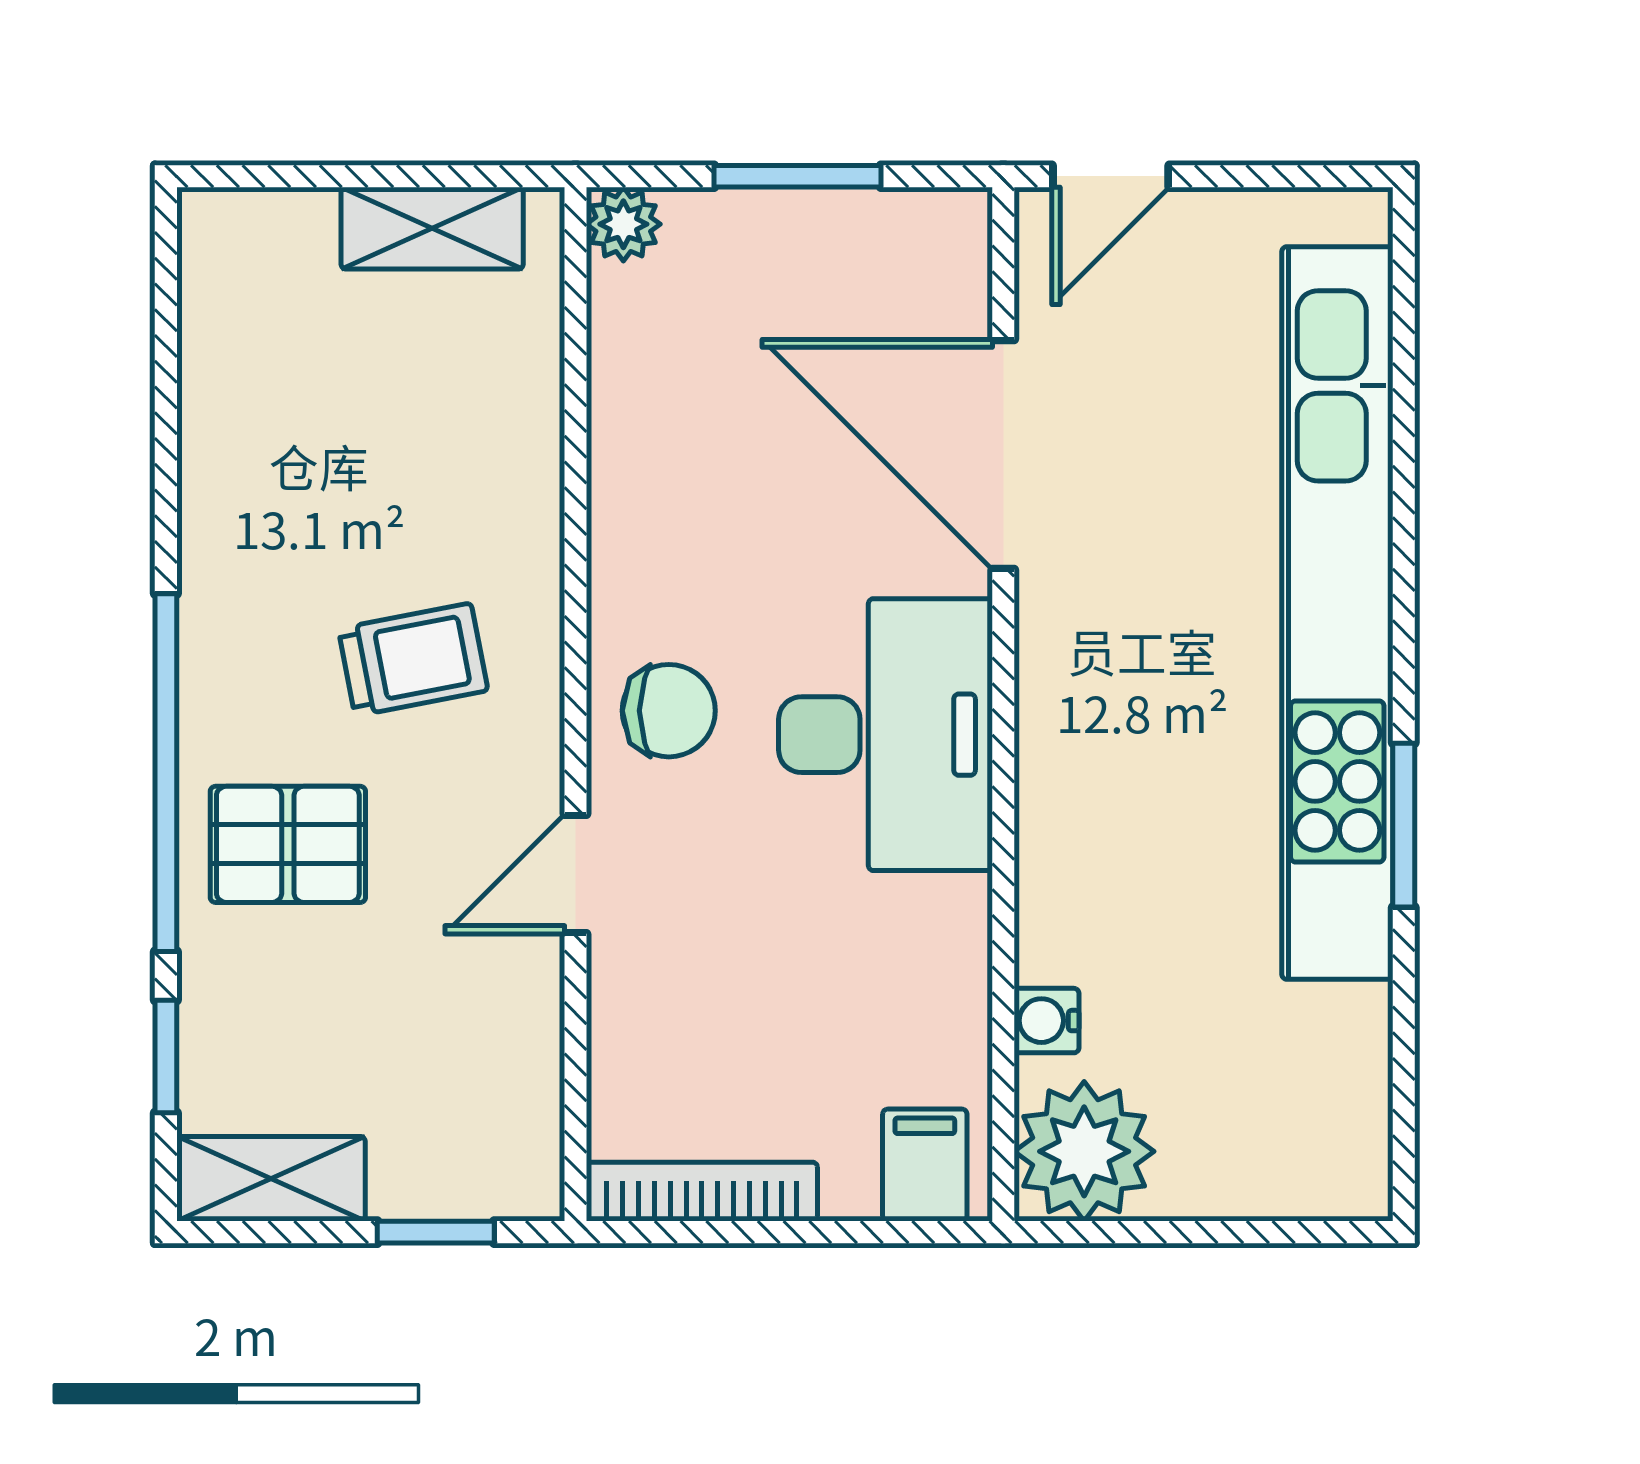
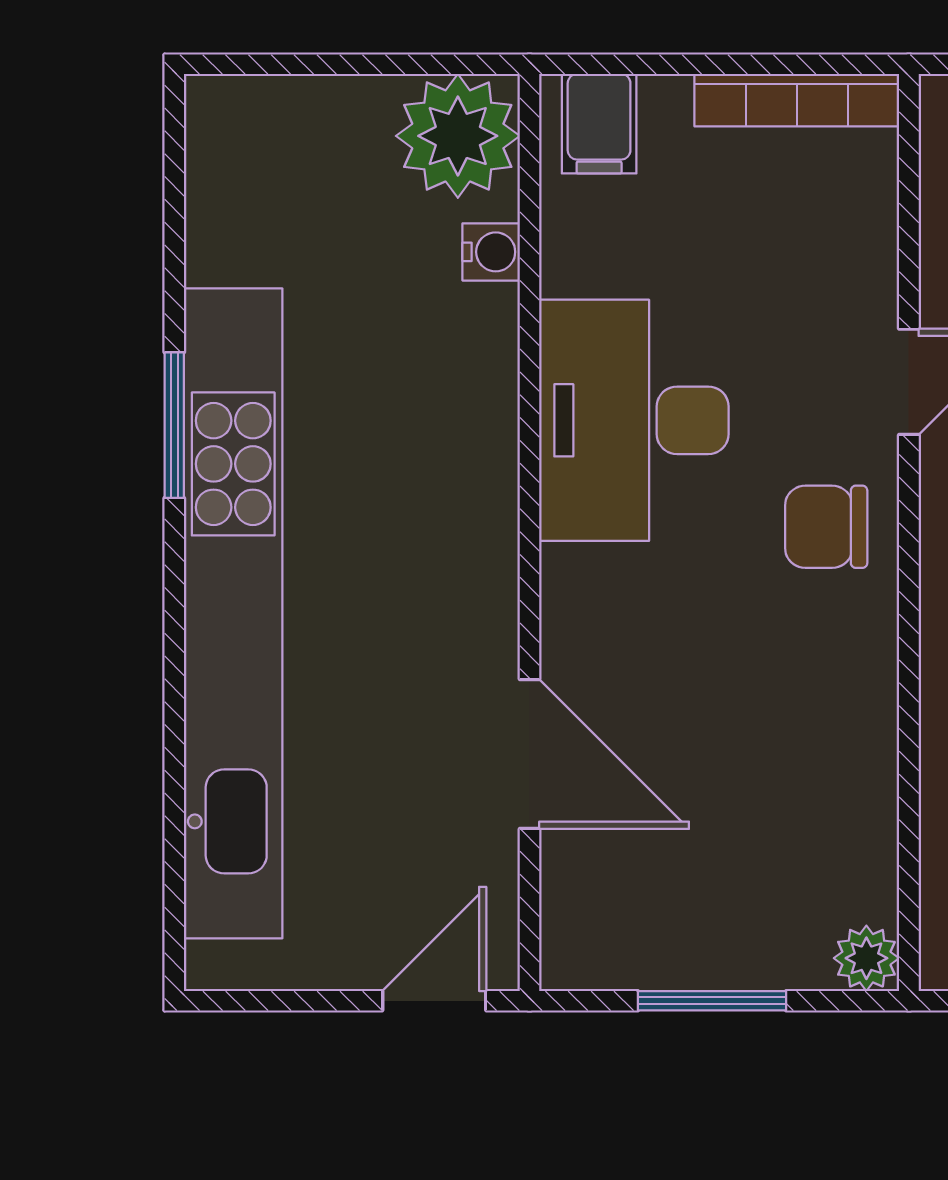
door: (1003, 454) -> (529, 754), width x0.73
desk: (886, 735) -> (634, 420), moved

